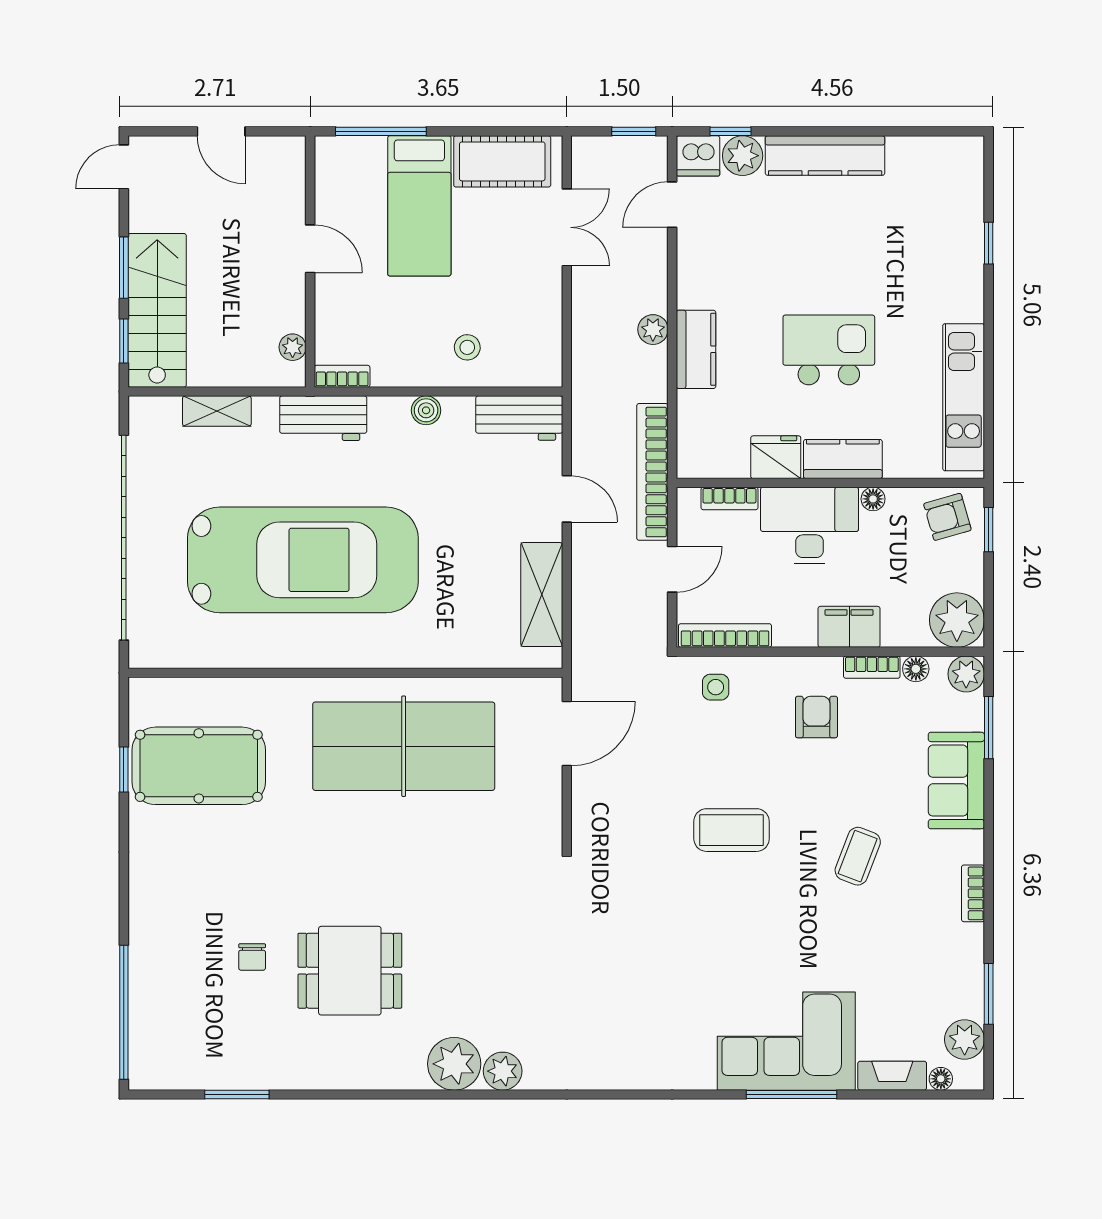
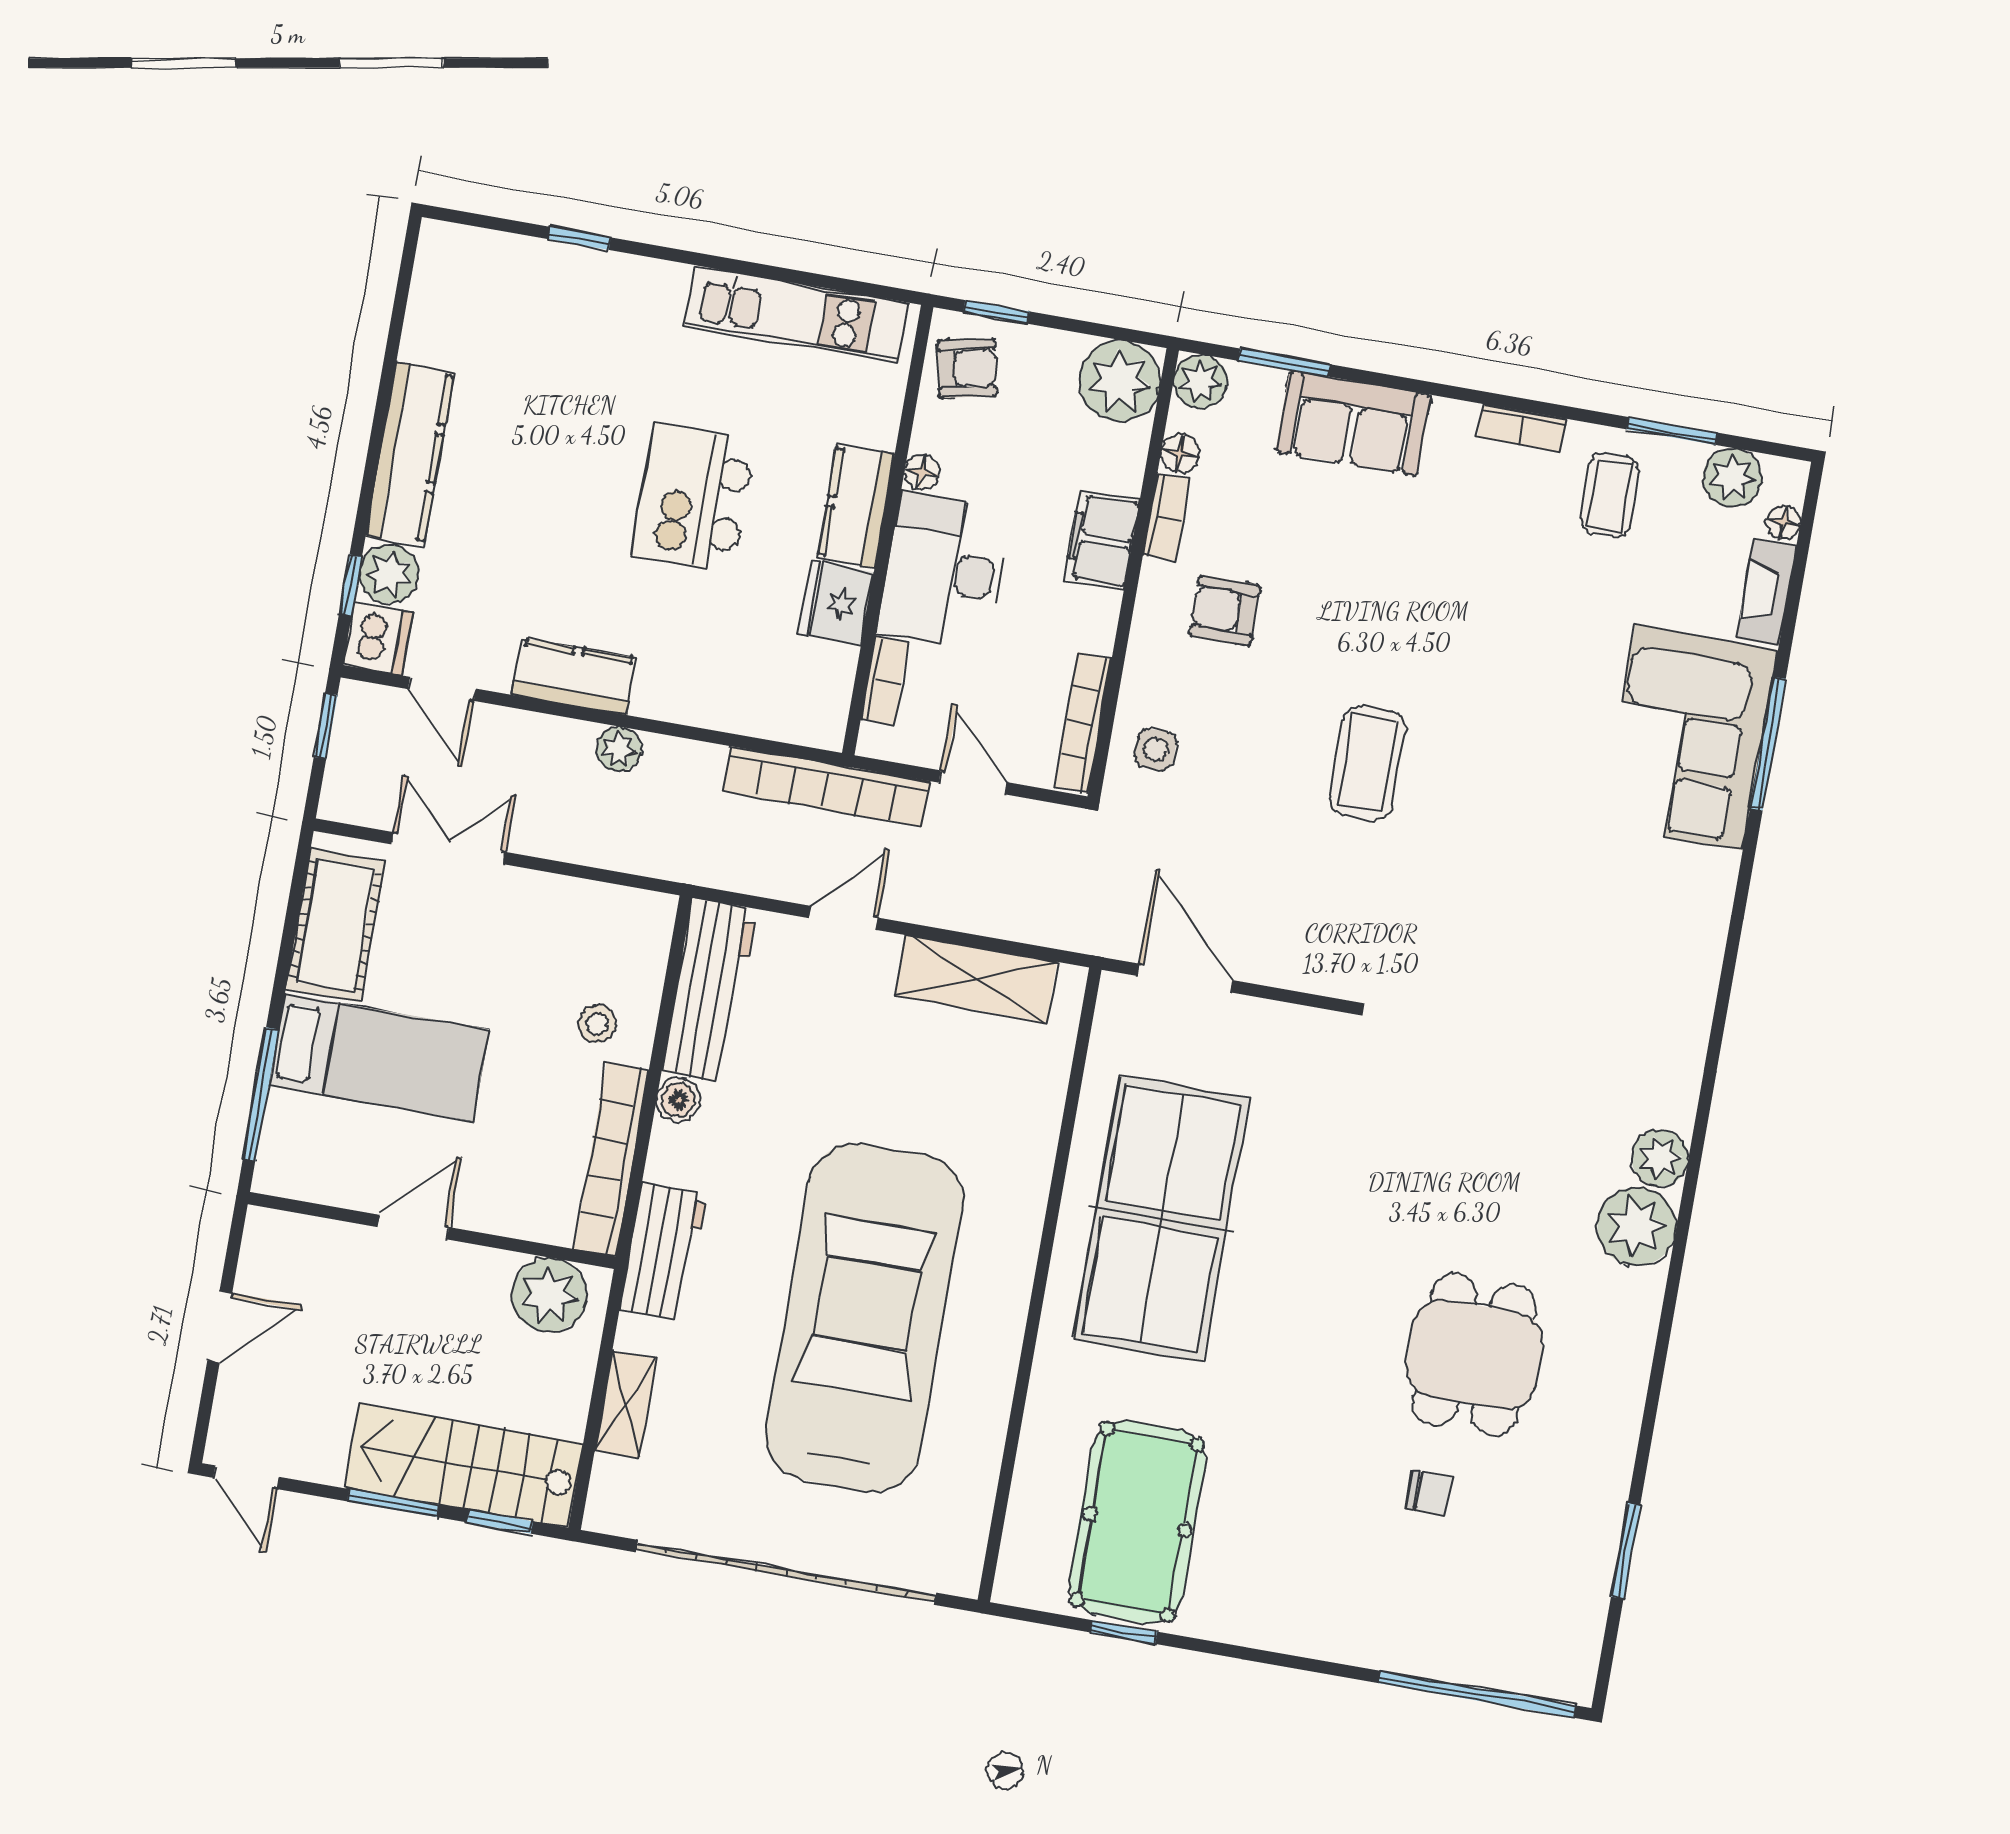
plant: (293, 347) -> (549, 1295), width x1.87, depth x1.87
kitchen counter: (696, 349) -> (574, 676), moved
bookcase: (342, 376) -> (611, 1160), width x2.31, depth x1.31
workbench: (519, 418) -> (709, 990), width x1.37
armchair: (947, 517) -> (967, 368), turned -86
coffee table: (858, 856) -> (1610, 495), moved, turned 69

